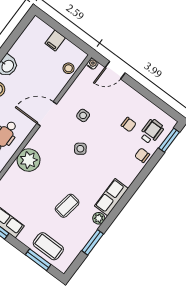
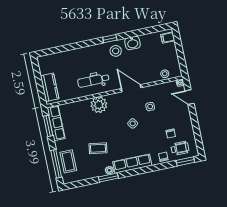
filing cabinet: (55, 41) -> (168, 38), moved
row of seats: (111, 197) -> (132, 164), width x1.48
window: (93, 242) -> (108, 178), moved
window: (38, 260) -> (56, 164), width x1.44

